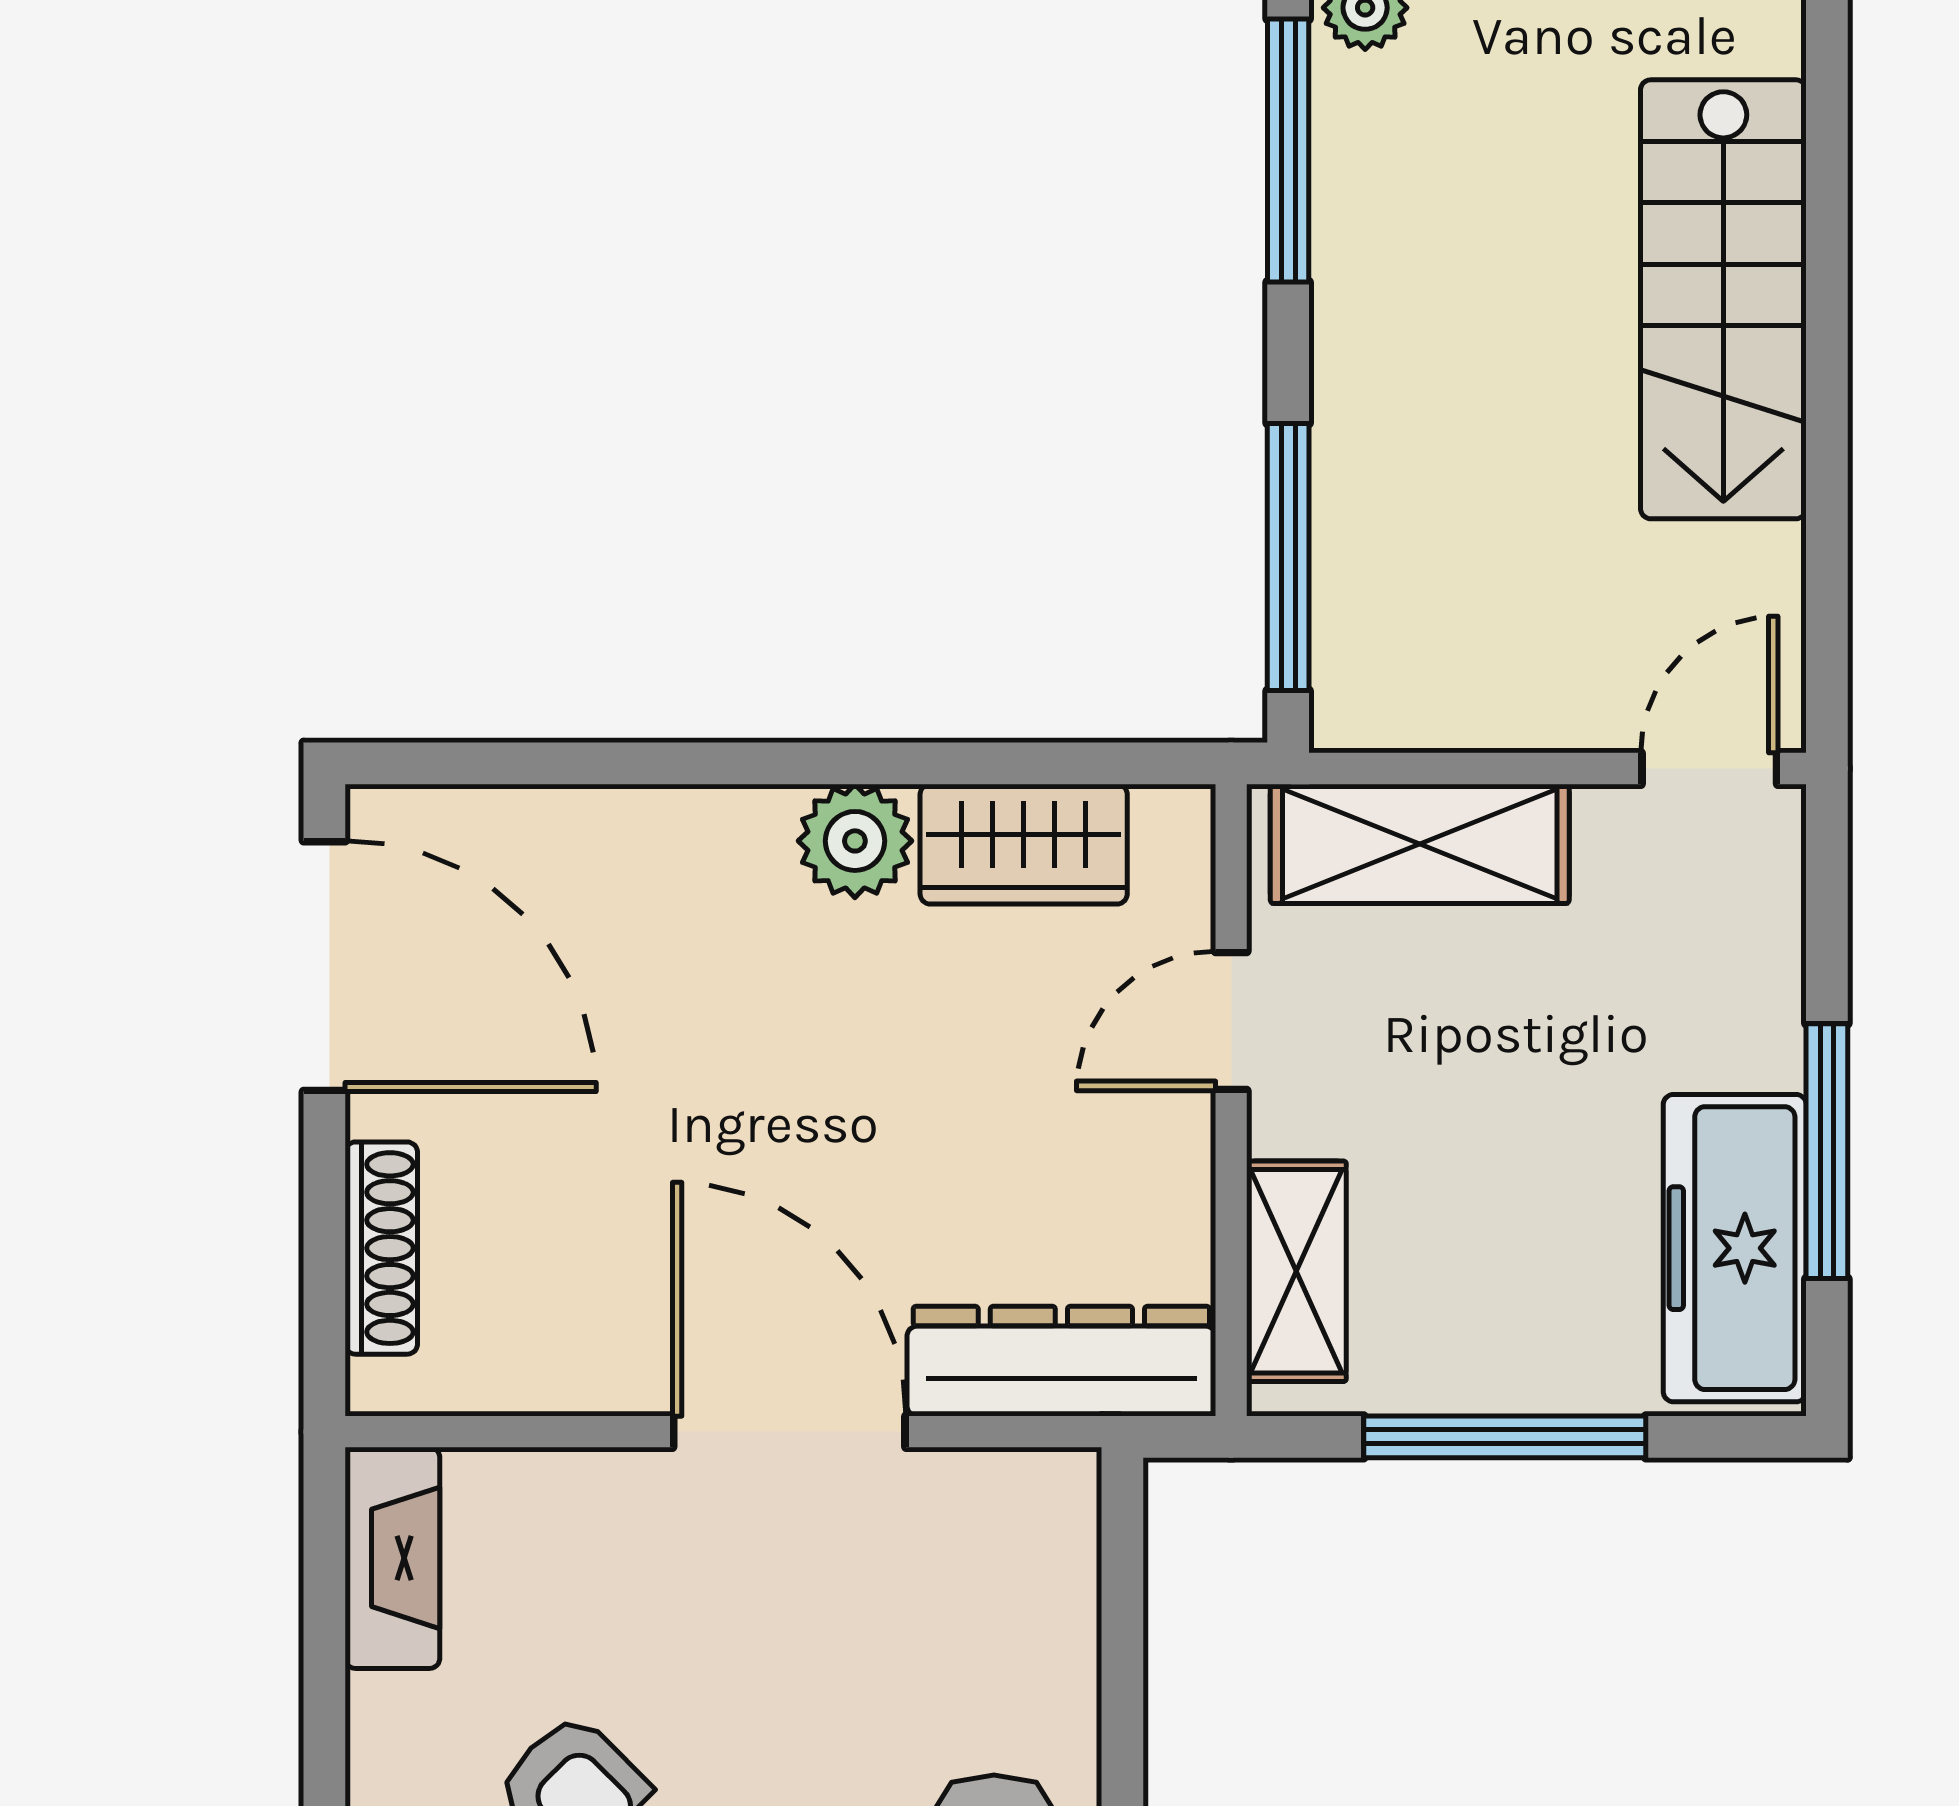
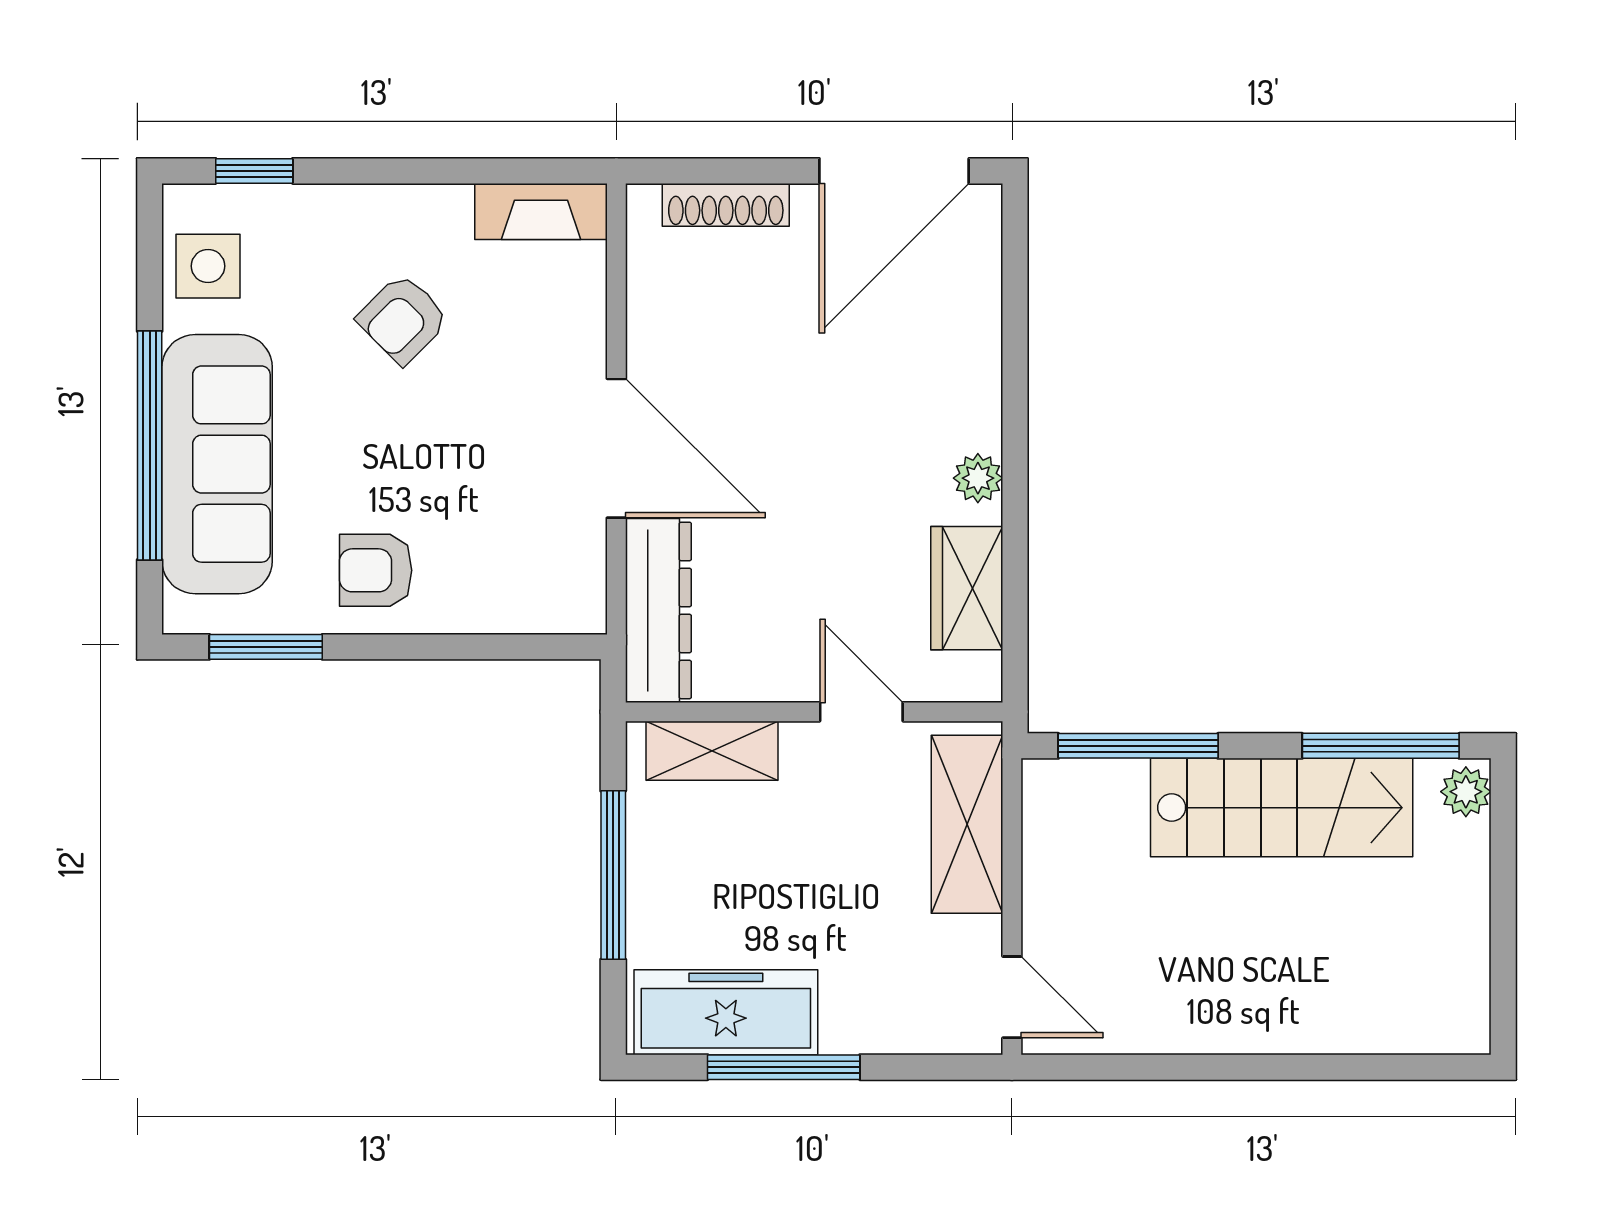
stairs: (1723, 299) -> (1282, 808), moved, turned 180
plant: (855, 841) -> (978, 478), width x0.73, depth x0.73
door: (789, 1432) -> (616, 448), hinge flipped

